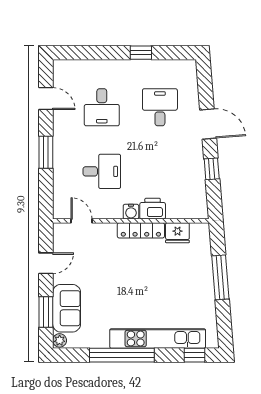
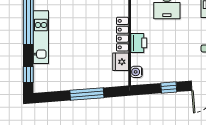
water cooler: (131, 212) -> (137, 72), moved
kitchen unit: (158, 338) -> (41, 37), width x0.73

